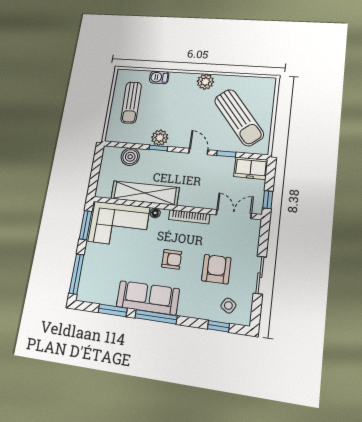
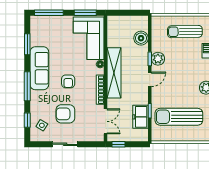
sun lounger: (239, 117) -> (179, 117), turned 39
door: (198, 151) -> (150, 79), moved
freezer: (251, 168) -> (140, 117), moved
shelving: (145, 193) -> (114, 73), moved
armchair: (216, 269) -> (65, 114), turned 180
window: (156, 317) -> (27, 86), moved

